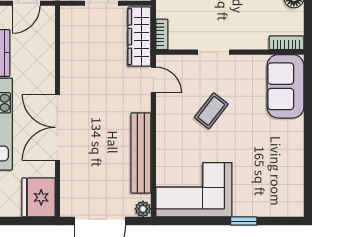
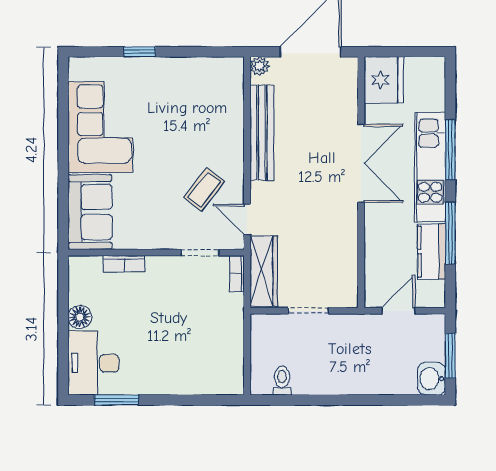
bookcase: (286, 43) -> (124, 264), moved
doorway: (214, 52) -> (200, 253), moved
coffee table: (211, 111) -> (204, 189), moved
corner sofa: (194, 190) -> (100, 127), moved, turned -90

